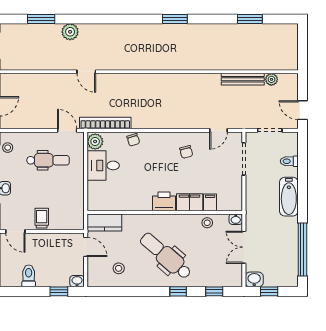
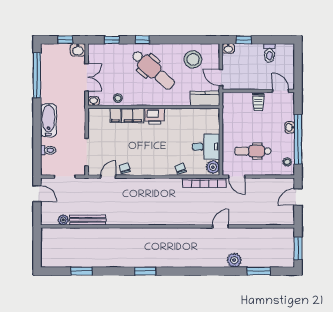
door: (86, 72) -> (220, 226), hinge flipped
chair: (186, 152) -> (125, 168), moved
stool: (119, 268) -> (193, 59), width x1.89, depth x1.89

